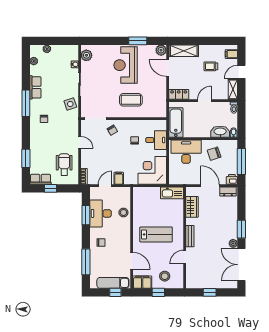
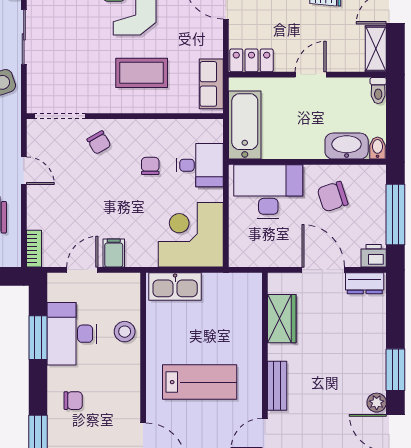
row of seats: (161, 105) -> (211, 84), added
kitchen sink: (172, 193) -> (175, 286), moved

